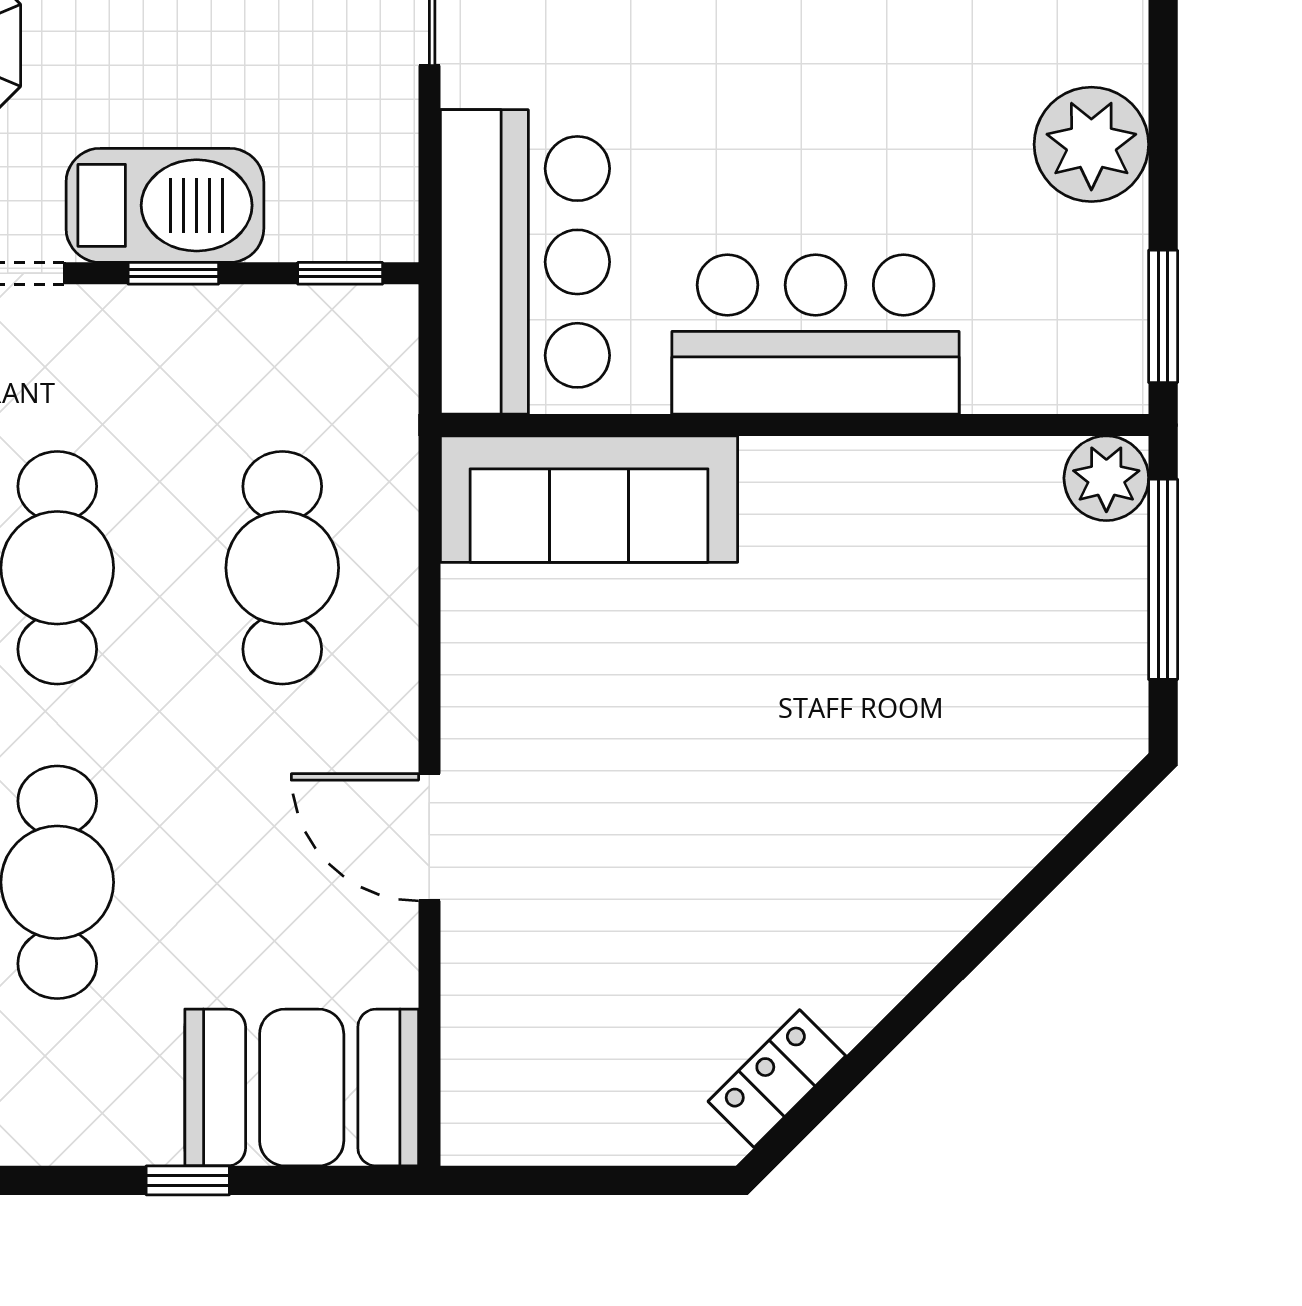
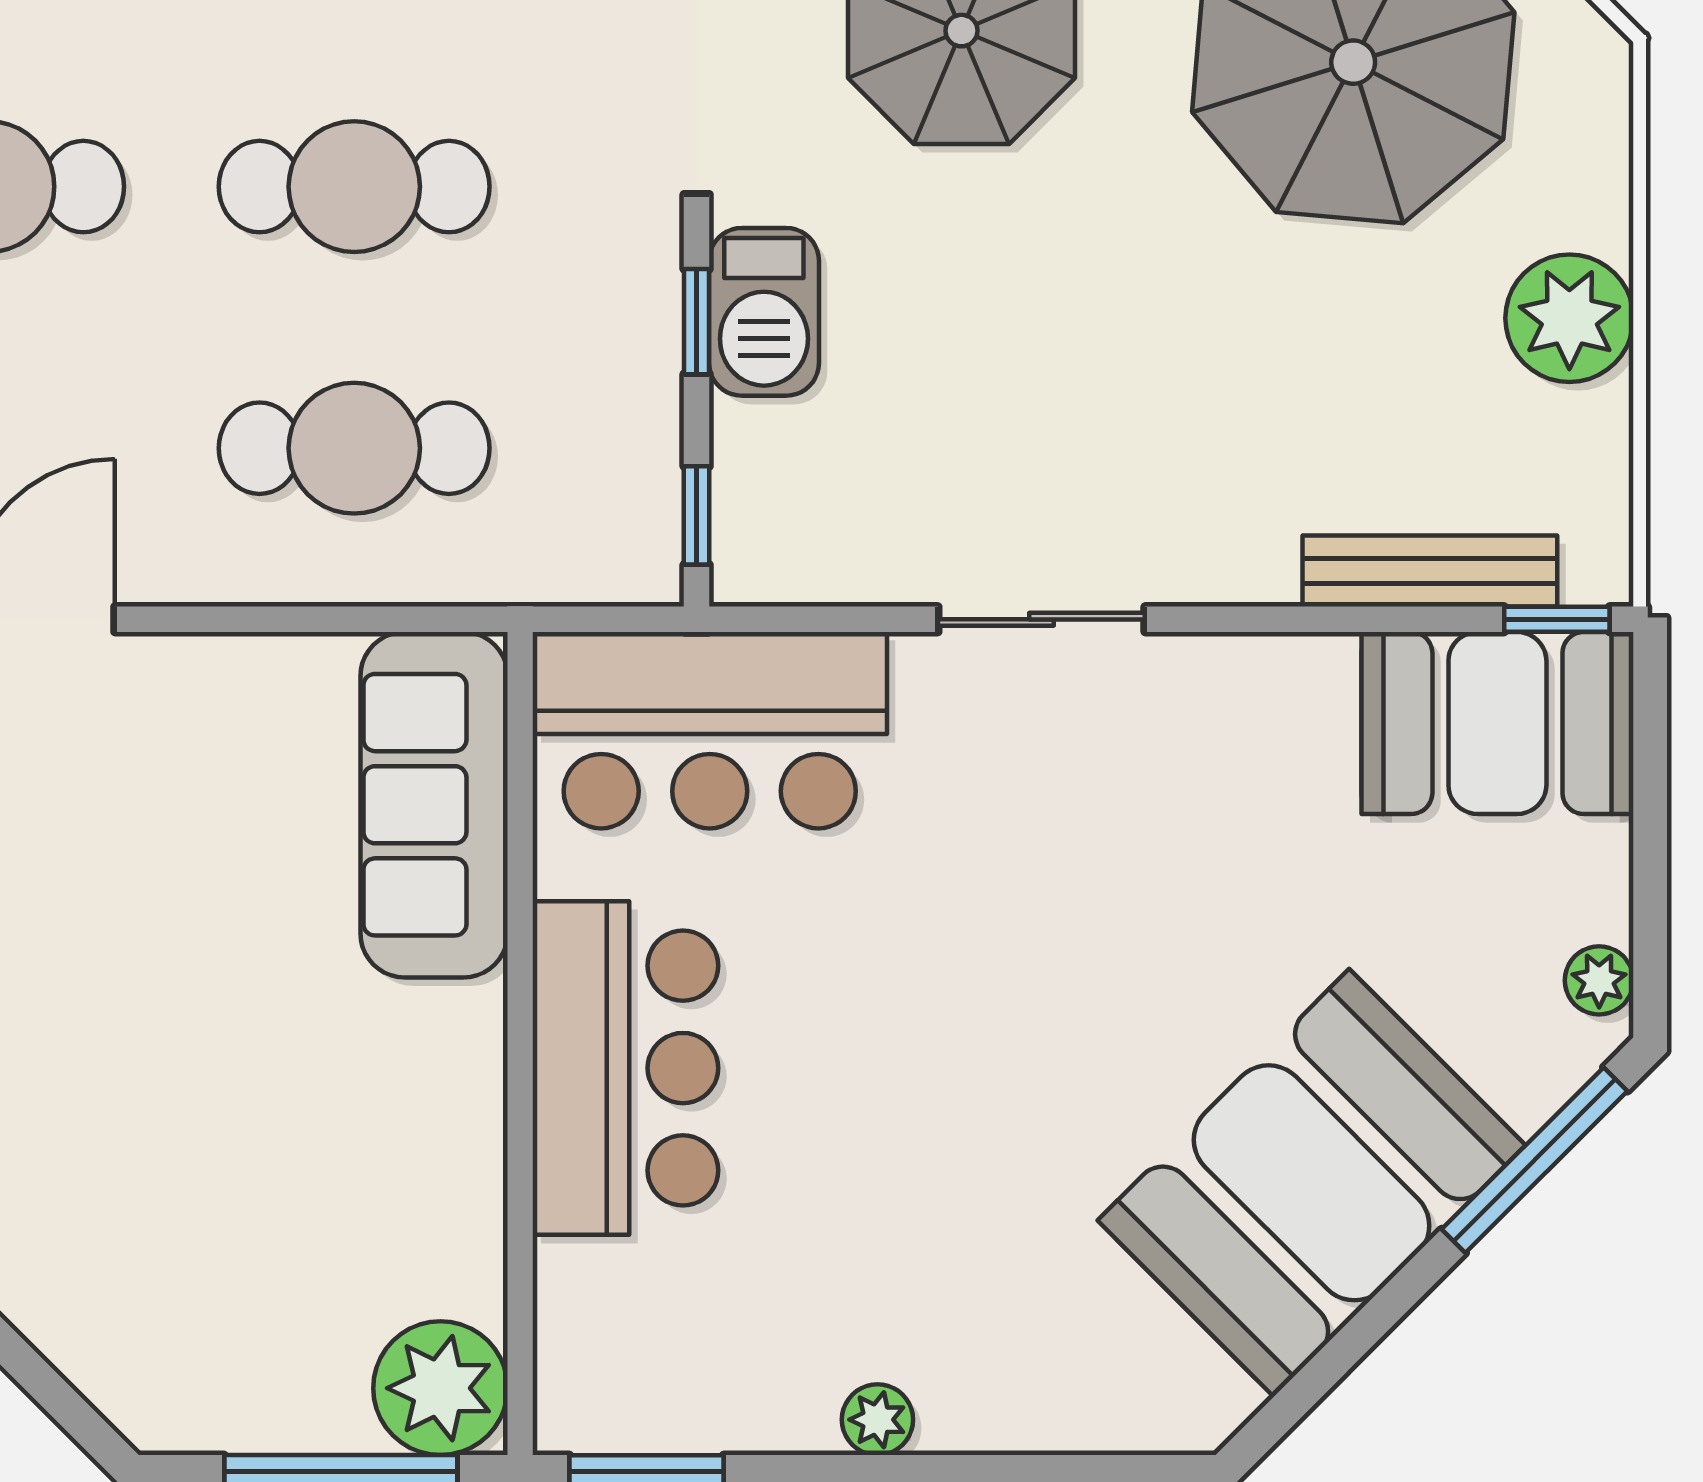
plant: (1091, 144) -> (877, 1420), width x0.53, depth x0.53
barbecue: (165, 205) -> (764, 312), width x0.73, depth x0.83
plant: (1106, 478) -> (440, 1388), width x1.36, depth x1.36

